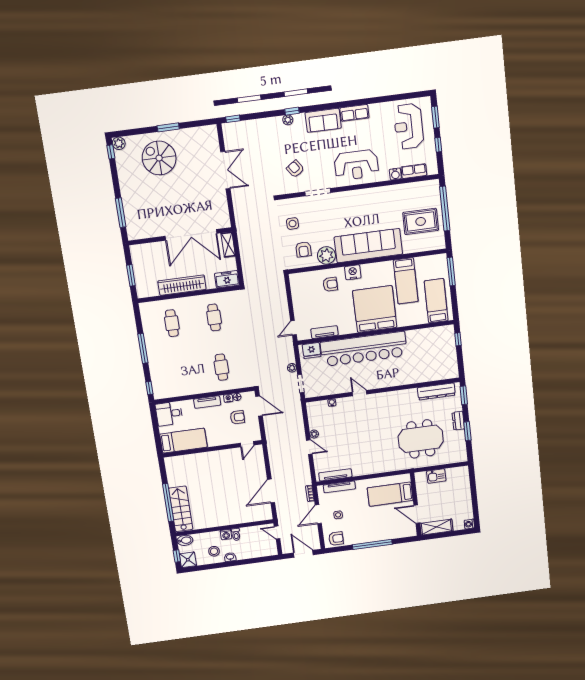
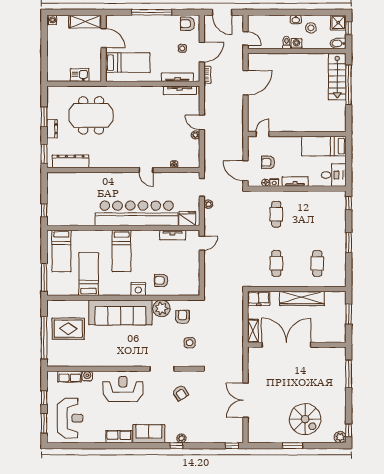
bed: (375, 309) -> (121, 251), width x0.49
window: (143, 348) -> (349, 243), width x0.69

